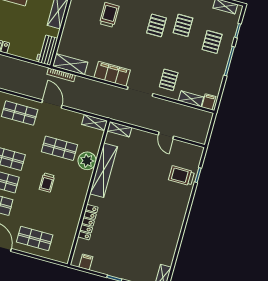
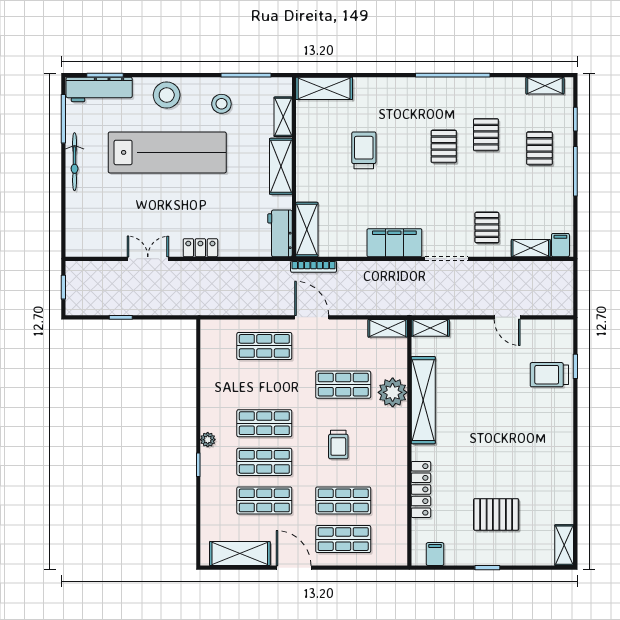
shelving: (70, 64) -> (307, 230), moved, turned 90
shop shelf: (41, 216) -> (343, 500), added
pallet: (128, 249) -> (496, 514), added

